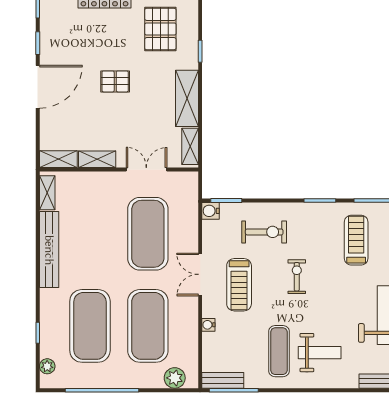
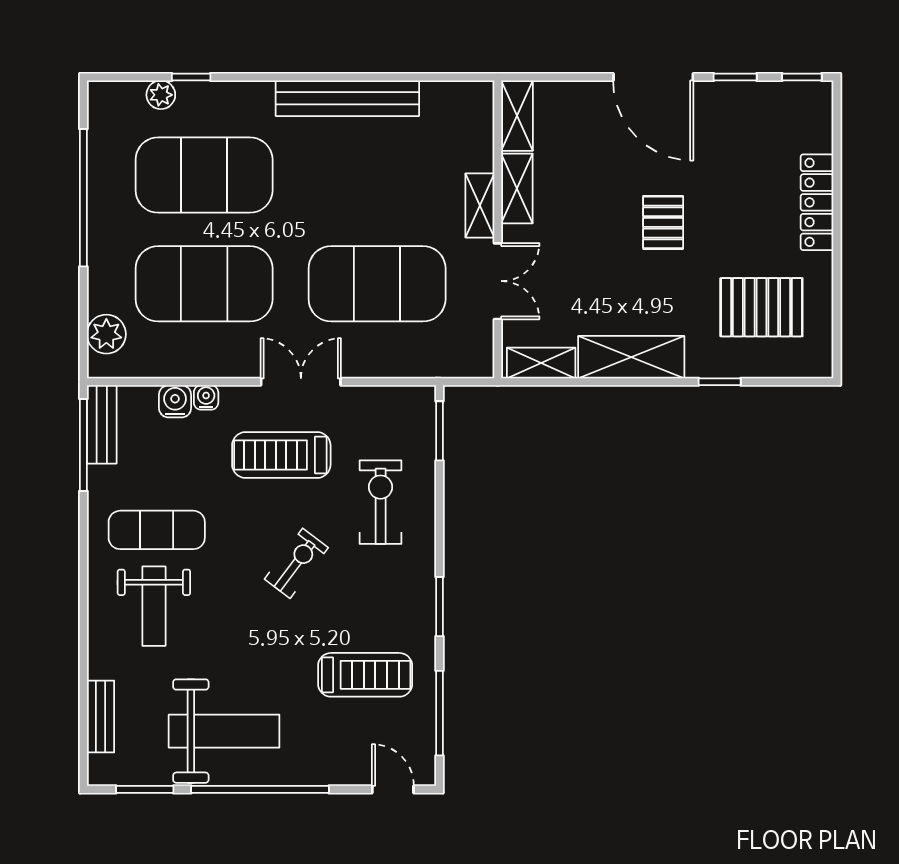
shelving: (47, 193) -> (480, 205), moved, turned 90
water cooler: (210, 211) -> (175, 401), moved
exercise bike: (264, 232) -> (381, 502), turned 180
exercise bike: (297, 277) -> (296, 563), turned -53
plant: (47, 366) -> (161, 95), moved

